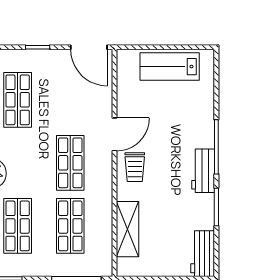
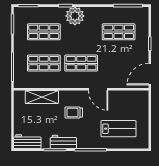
lab bench: (170, 67) -> (118, 129), moved, turned 90
trolley: (135, 167) -> (74, 113), moved
workbench: (203, 171) -> (63, 142), moved

